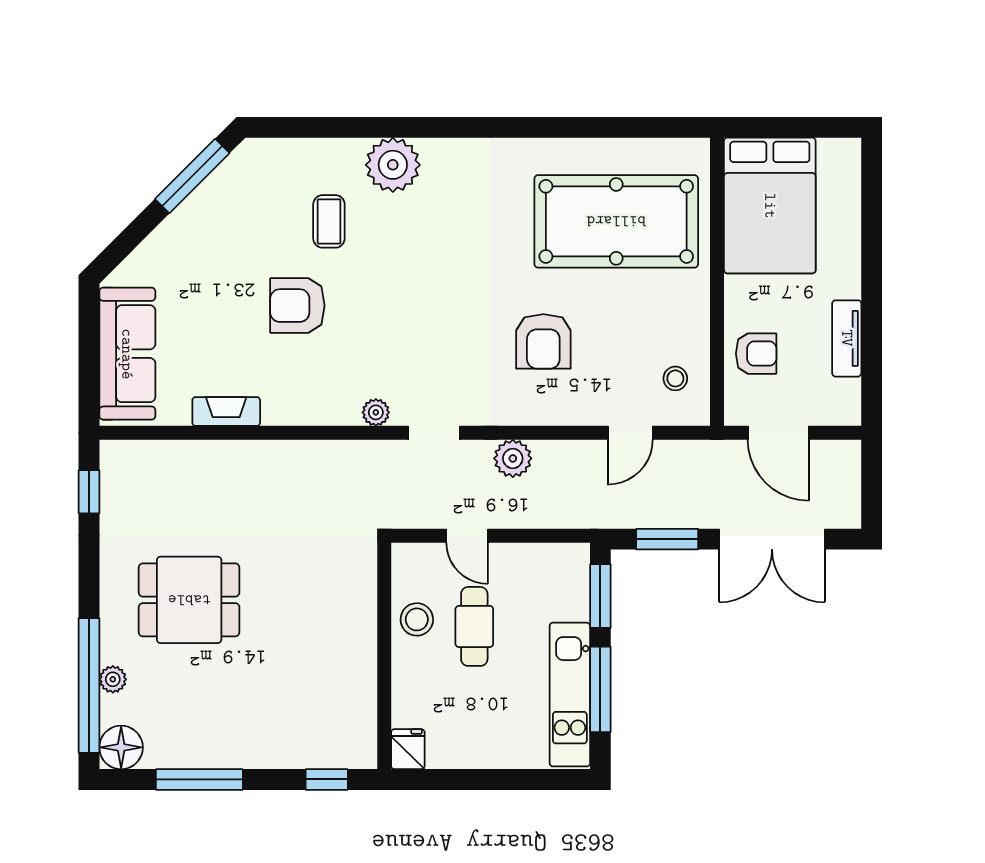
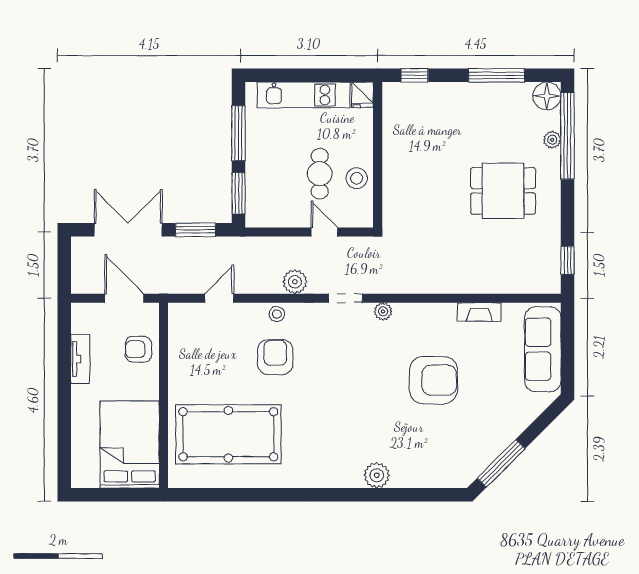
plant: (393, 165) -> (377, 475), width x0.73, depth x0.73
coffee table: (329, 221) -> (413, 434), removed
armchair: (297, 306) -> (433, 380), width x1.36, depth x1.36
stool: (675, 378) -> (277, 314), moved
kitchen unit: (570, 695) -> (304, 95), moved, turned 90

